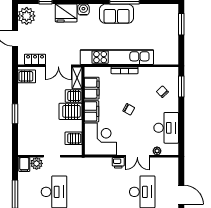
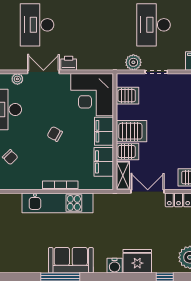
kitchen unit: (117, 57) -> (58, 203), width x0.73
plant: (37, 163) -> (133, 62), moved

